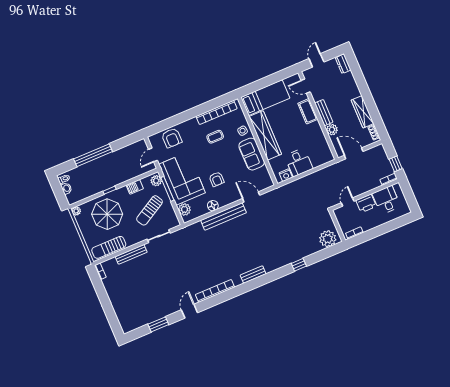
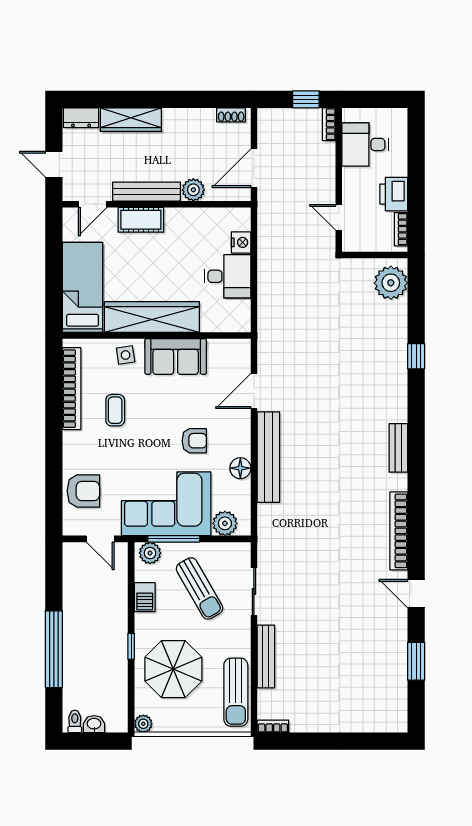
wardrobe: (363, 112) -> (131, 120), moved
bench: (324, 113) -> (147, 192), width x1.36
nightstand: (286, 175) -> (241, 242), moved
printer: (366, 203) -> (394, 194), moved, turned 180

